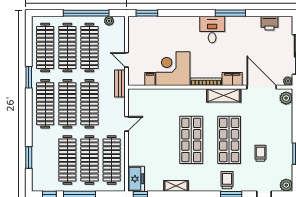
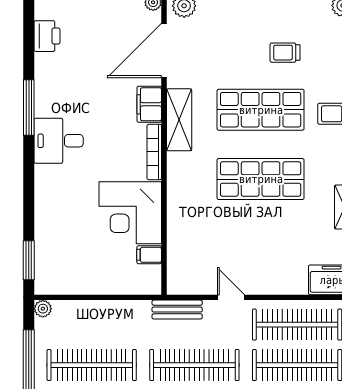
plant: (109, 21) -> (43, 309), moved
door: (126, 60) -> (114, 297), removed
bench: (120, 84) -> (177, 310), moved

